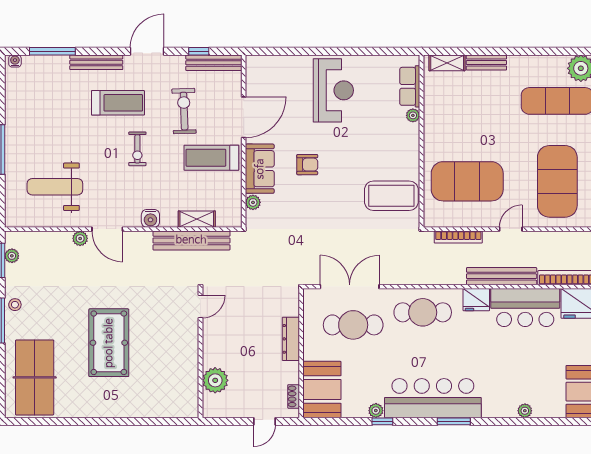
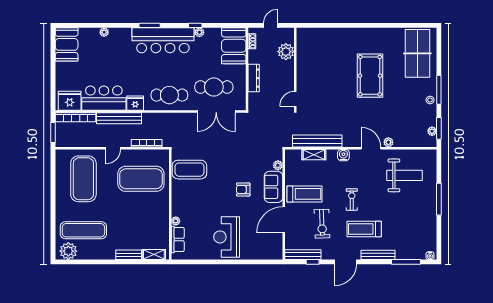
door: (201, 306) -> (295, 99), moved
wall: (201, 353) -> (295, 69), moved
plant: (215, 380) -> (286, 52), moved

